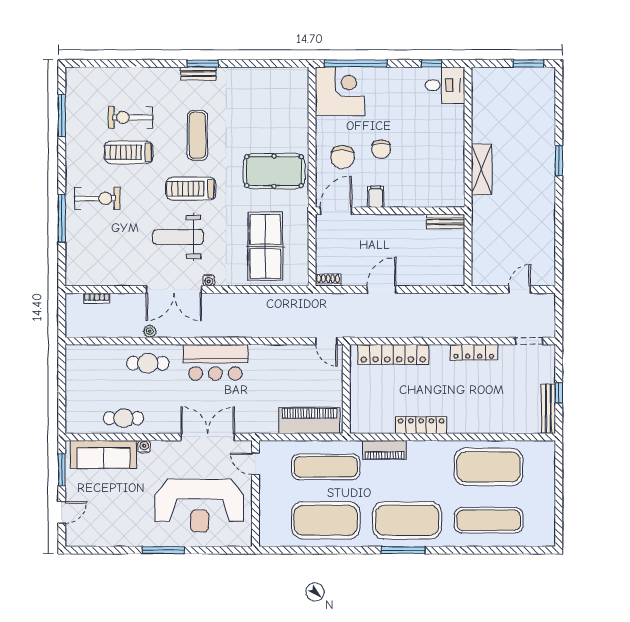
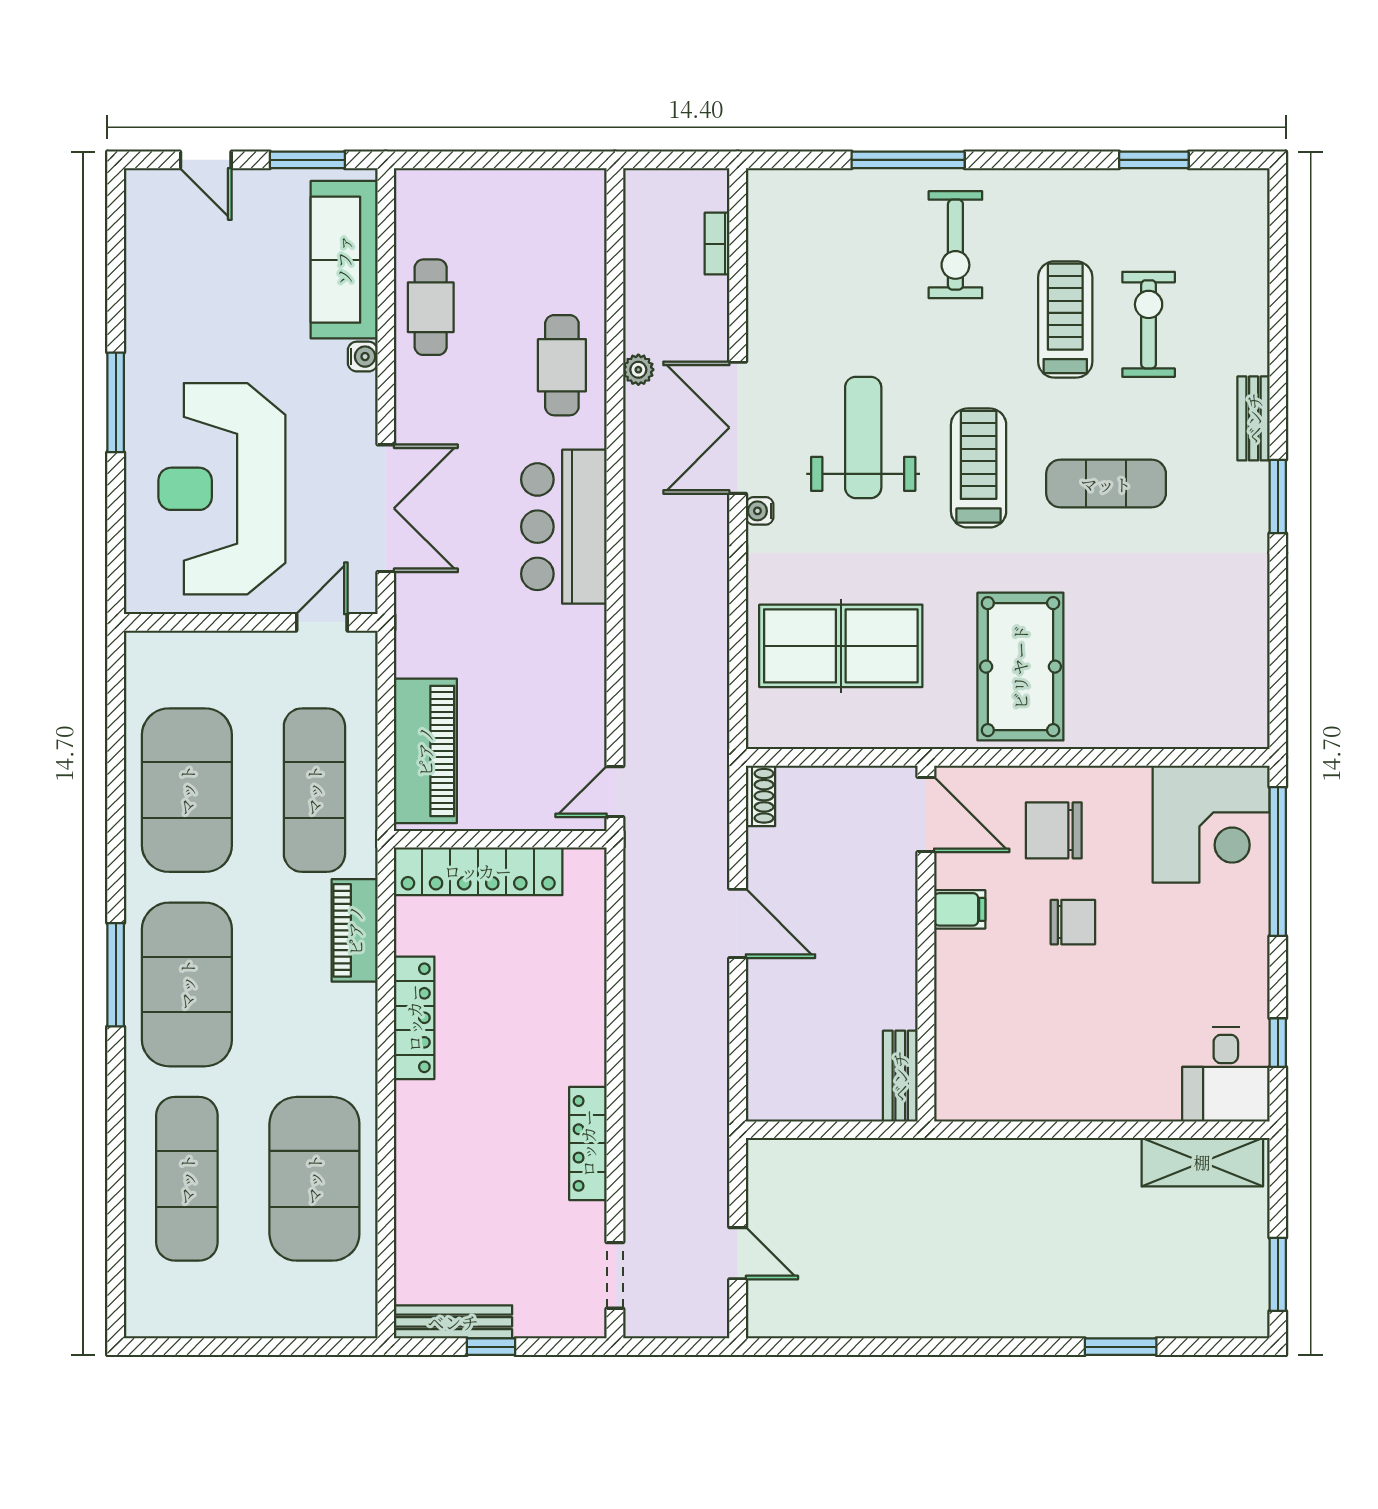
bench: (198, 74) -> (1254, 418), moved
window: (62, 115) -> (1154, 160), width x0.69
chair: (381, 149) -> (1073, 922), turned 180
window: (559, 161) -> (1121, 1347), moved
shelving: (482, 169) -> (1202, 1162), moved
locker: (393, 354) -> (478, 871), moved, turned -90

